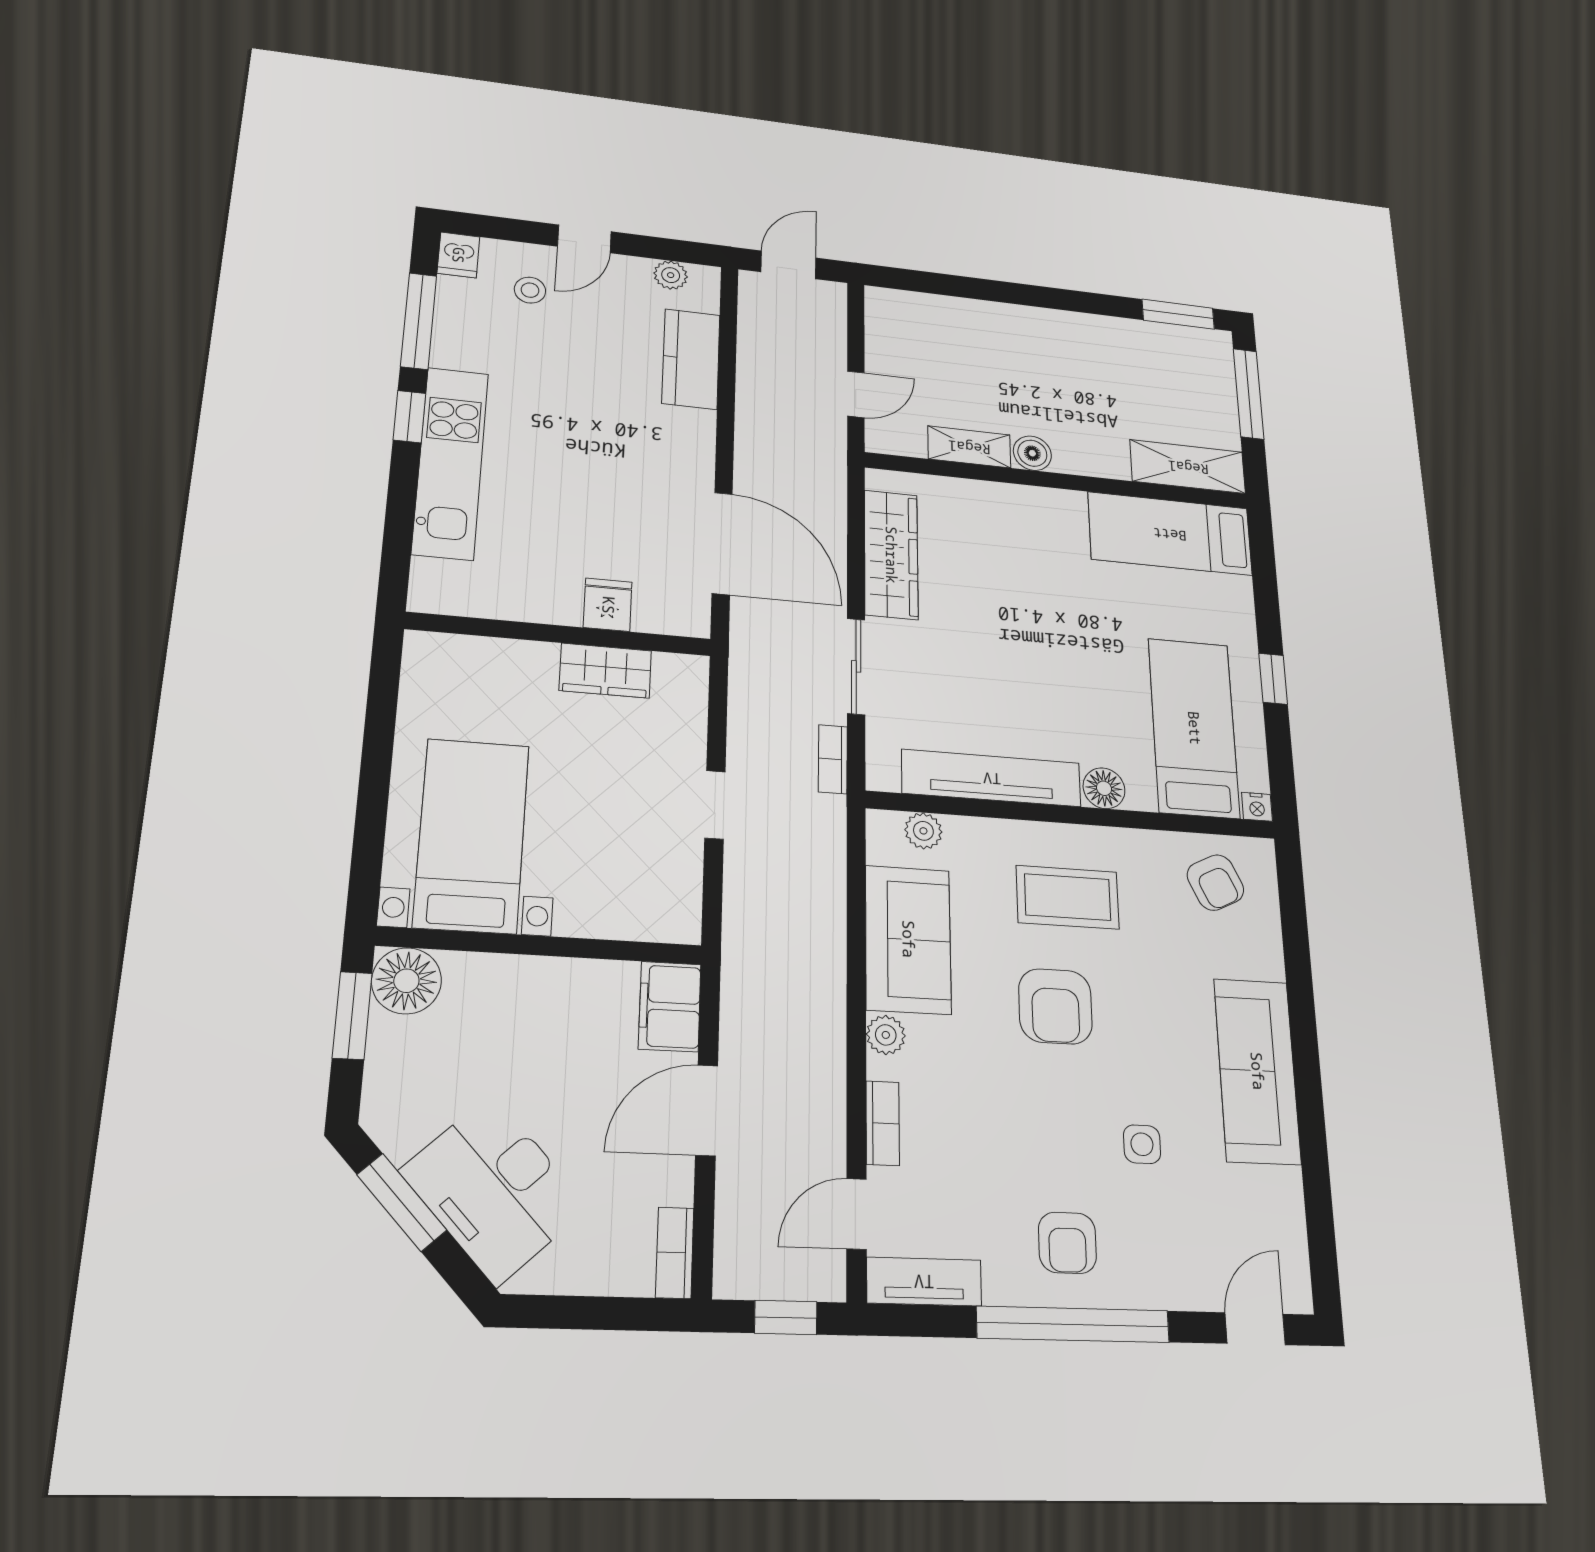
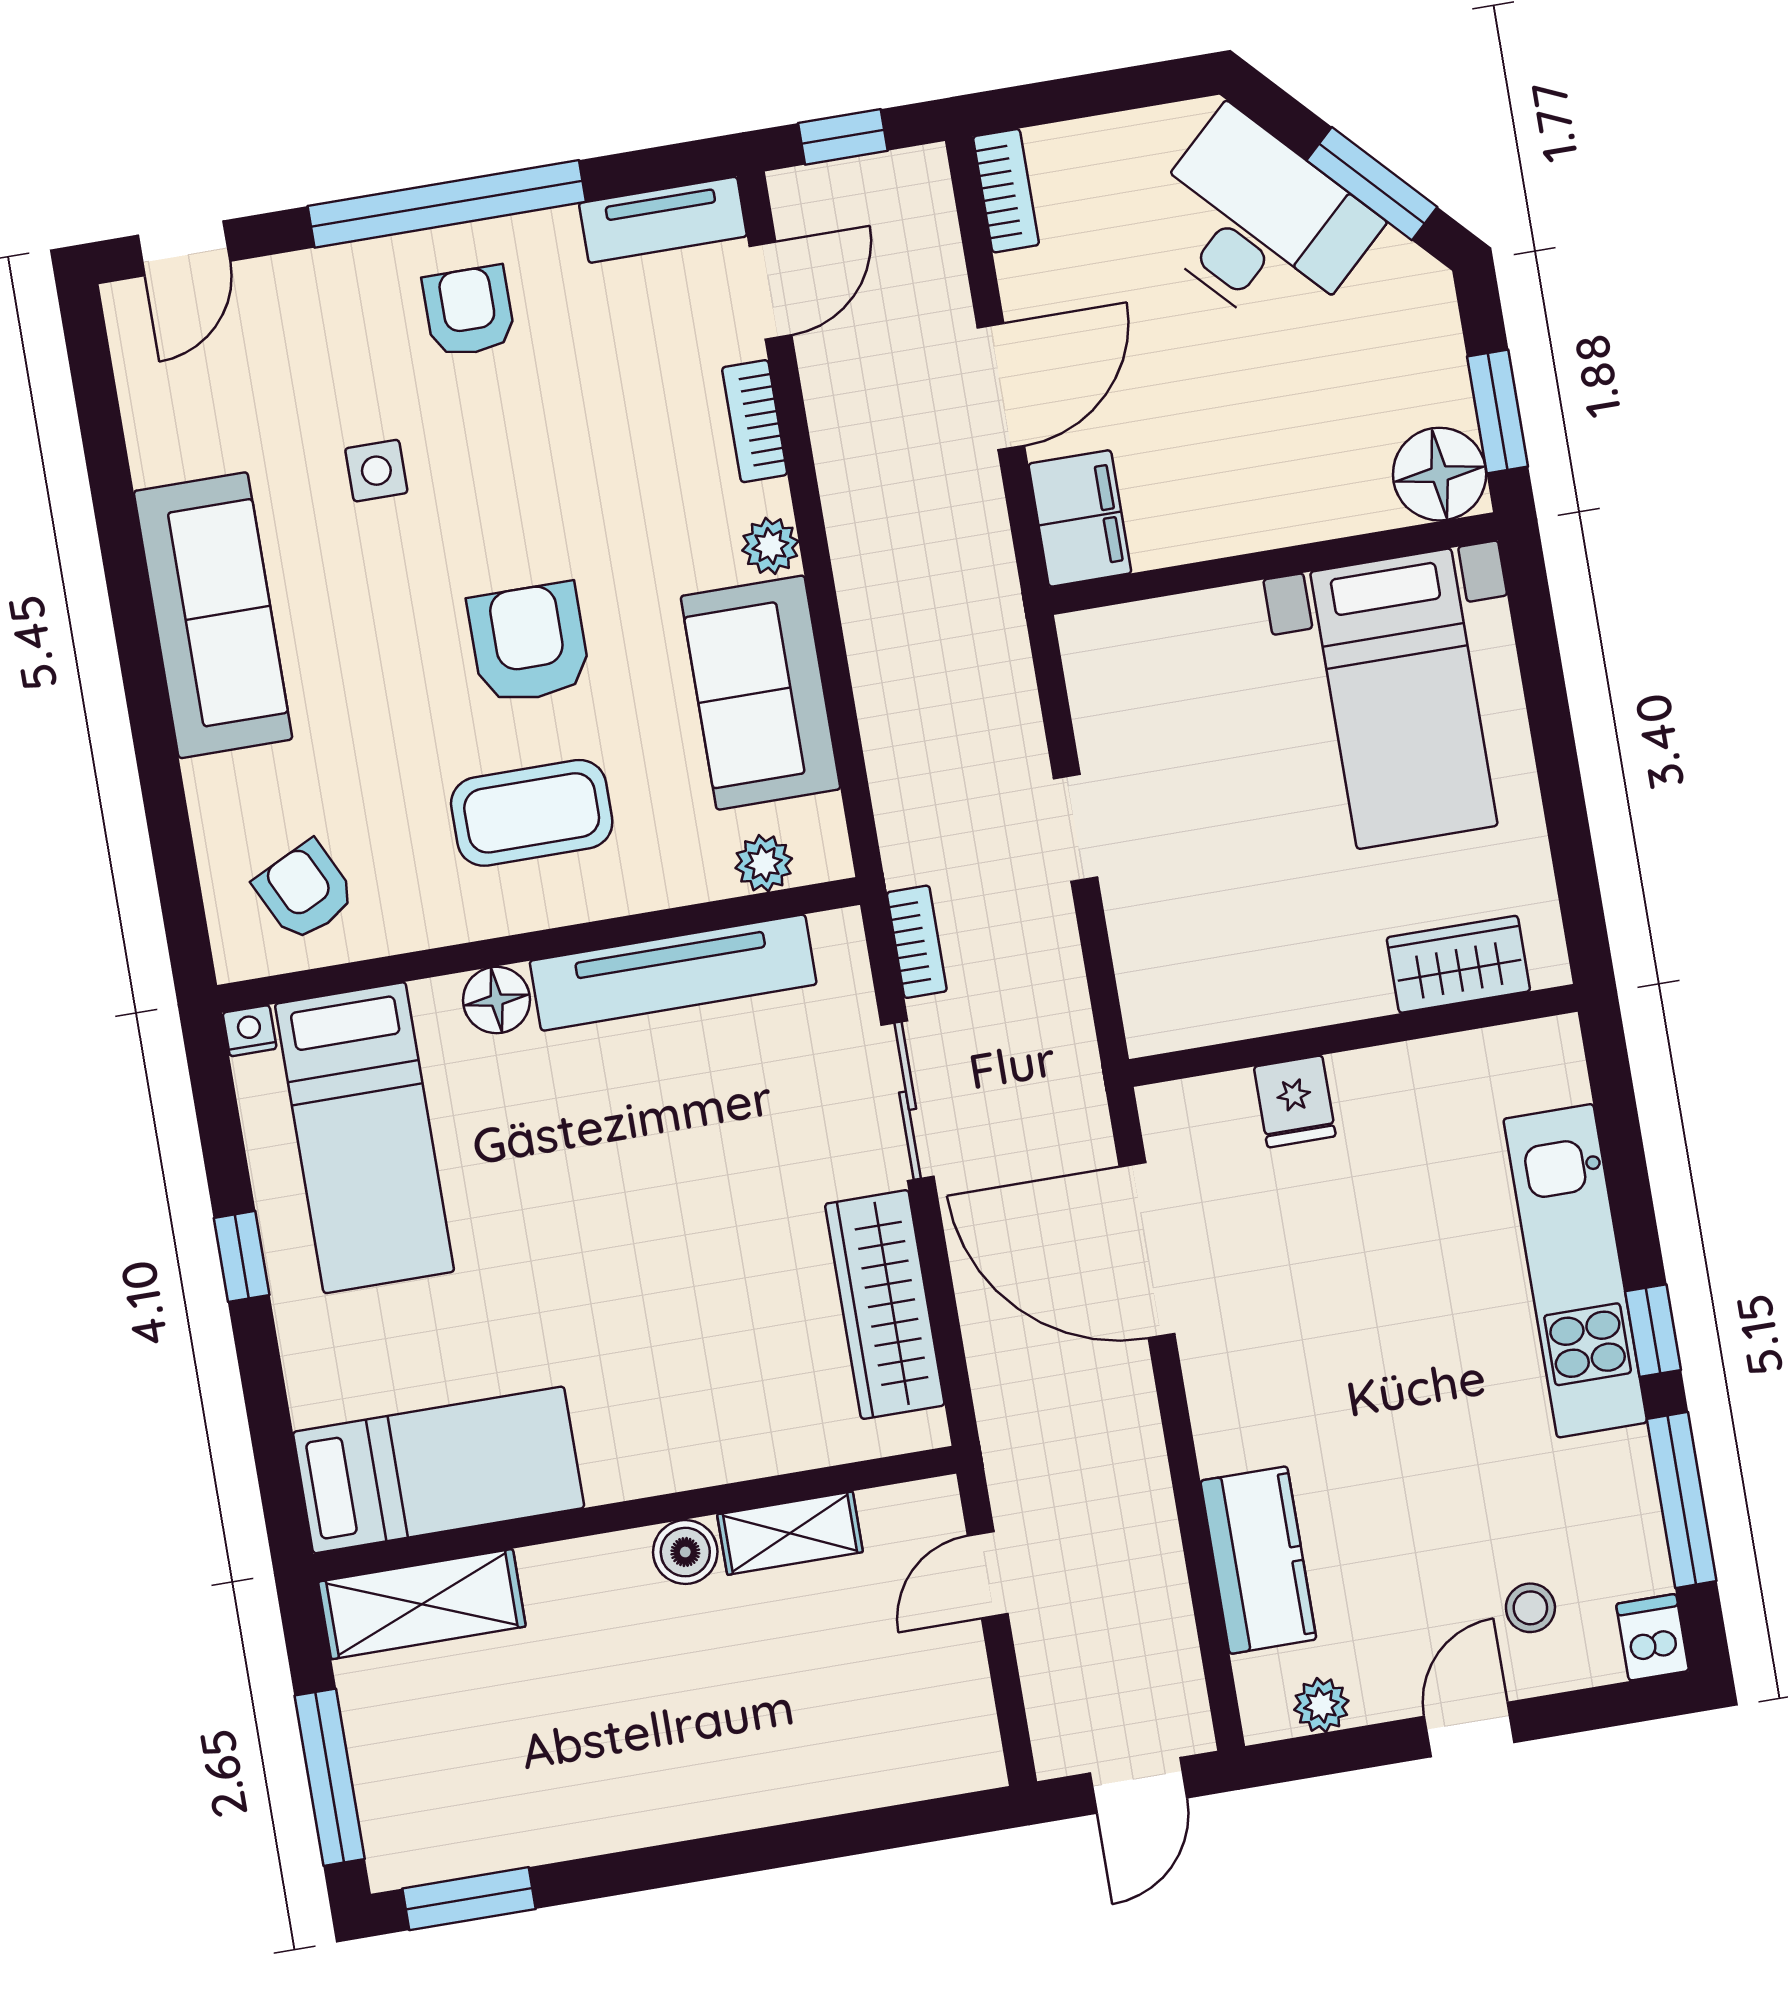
wardrobe: (605, 671) -> (1458, 964), moved

